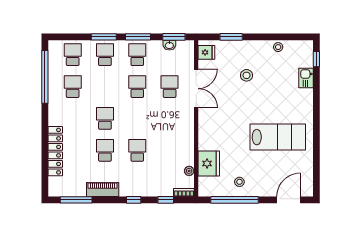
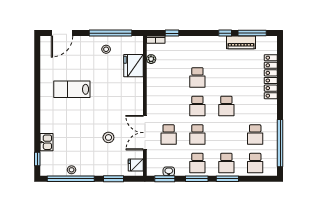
window: (279, 37) -> (71, 179), added
stool: (247, 75) -> (108, 137), moved
lab bench: (278, 137) -> (72, 89), width x0.73, depth x0.72
school desk: (105, 150) -> (197, 106), moved
piano: (103, 190) -> (241, 42), moved
window: (134, 200) -> (225, 33), moved

